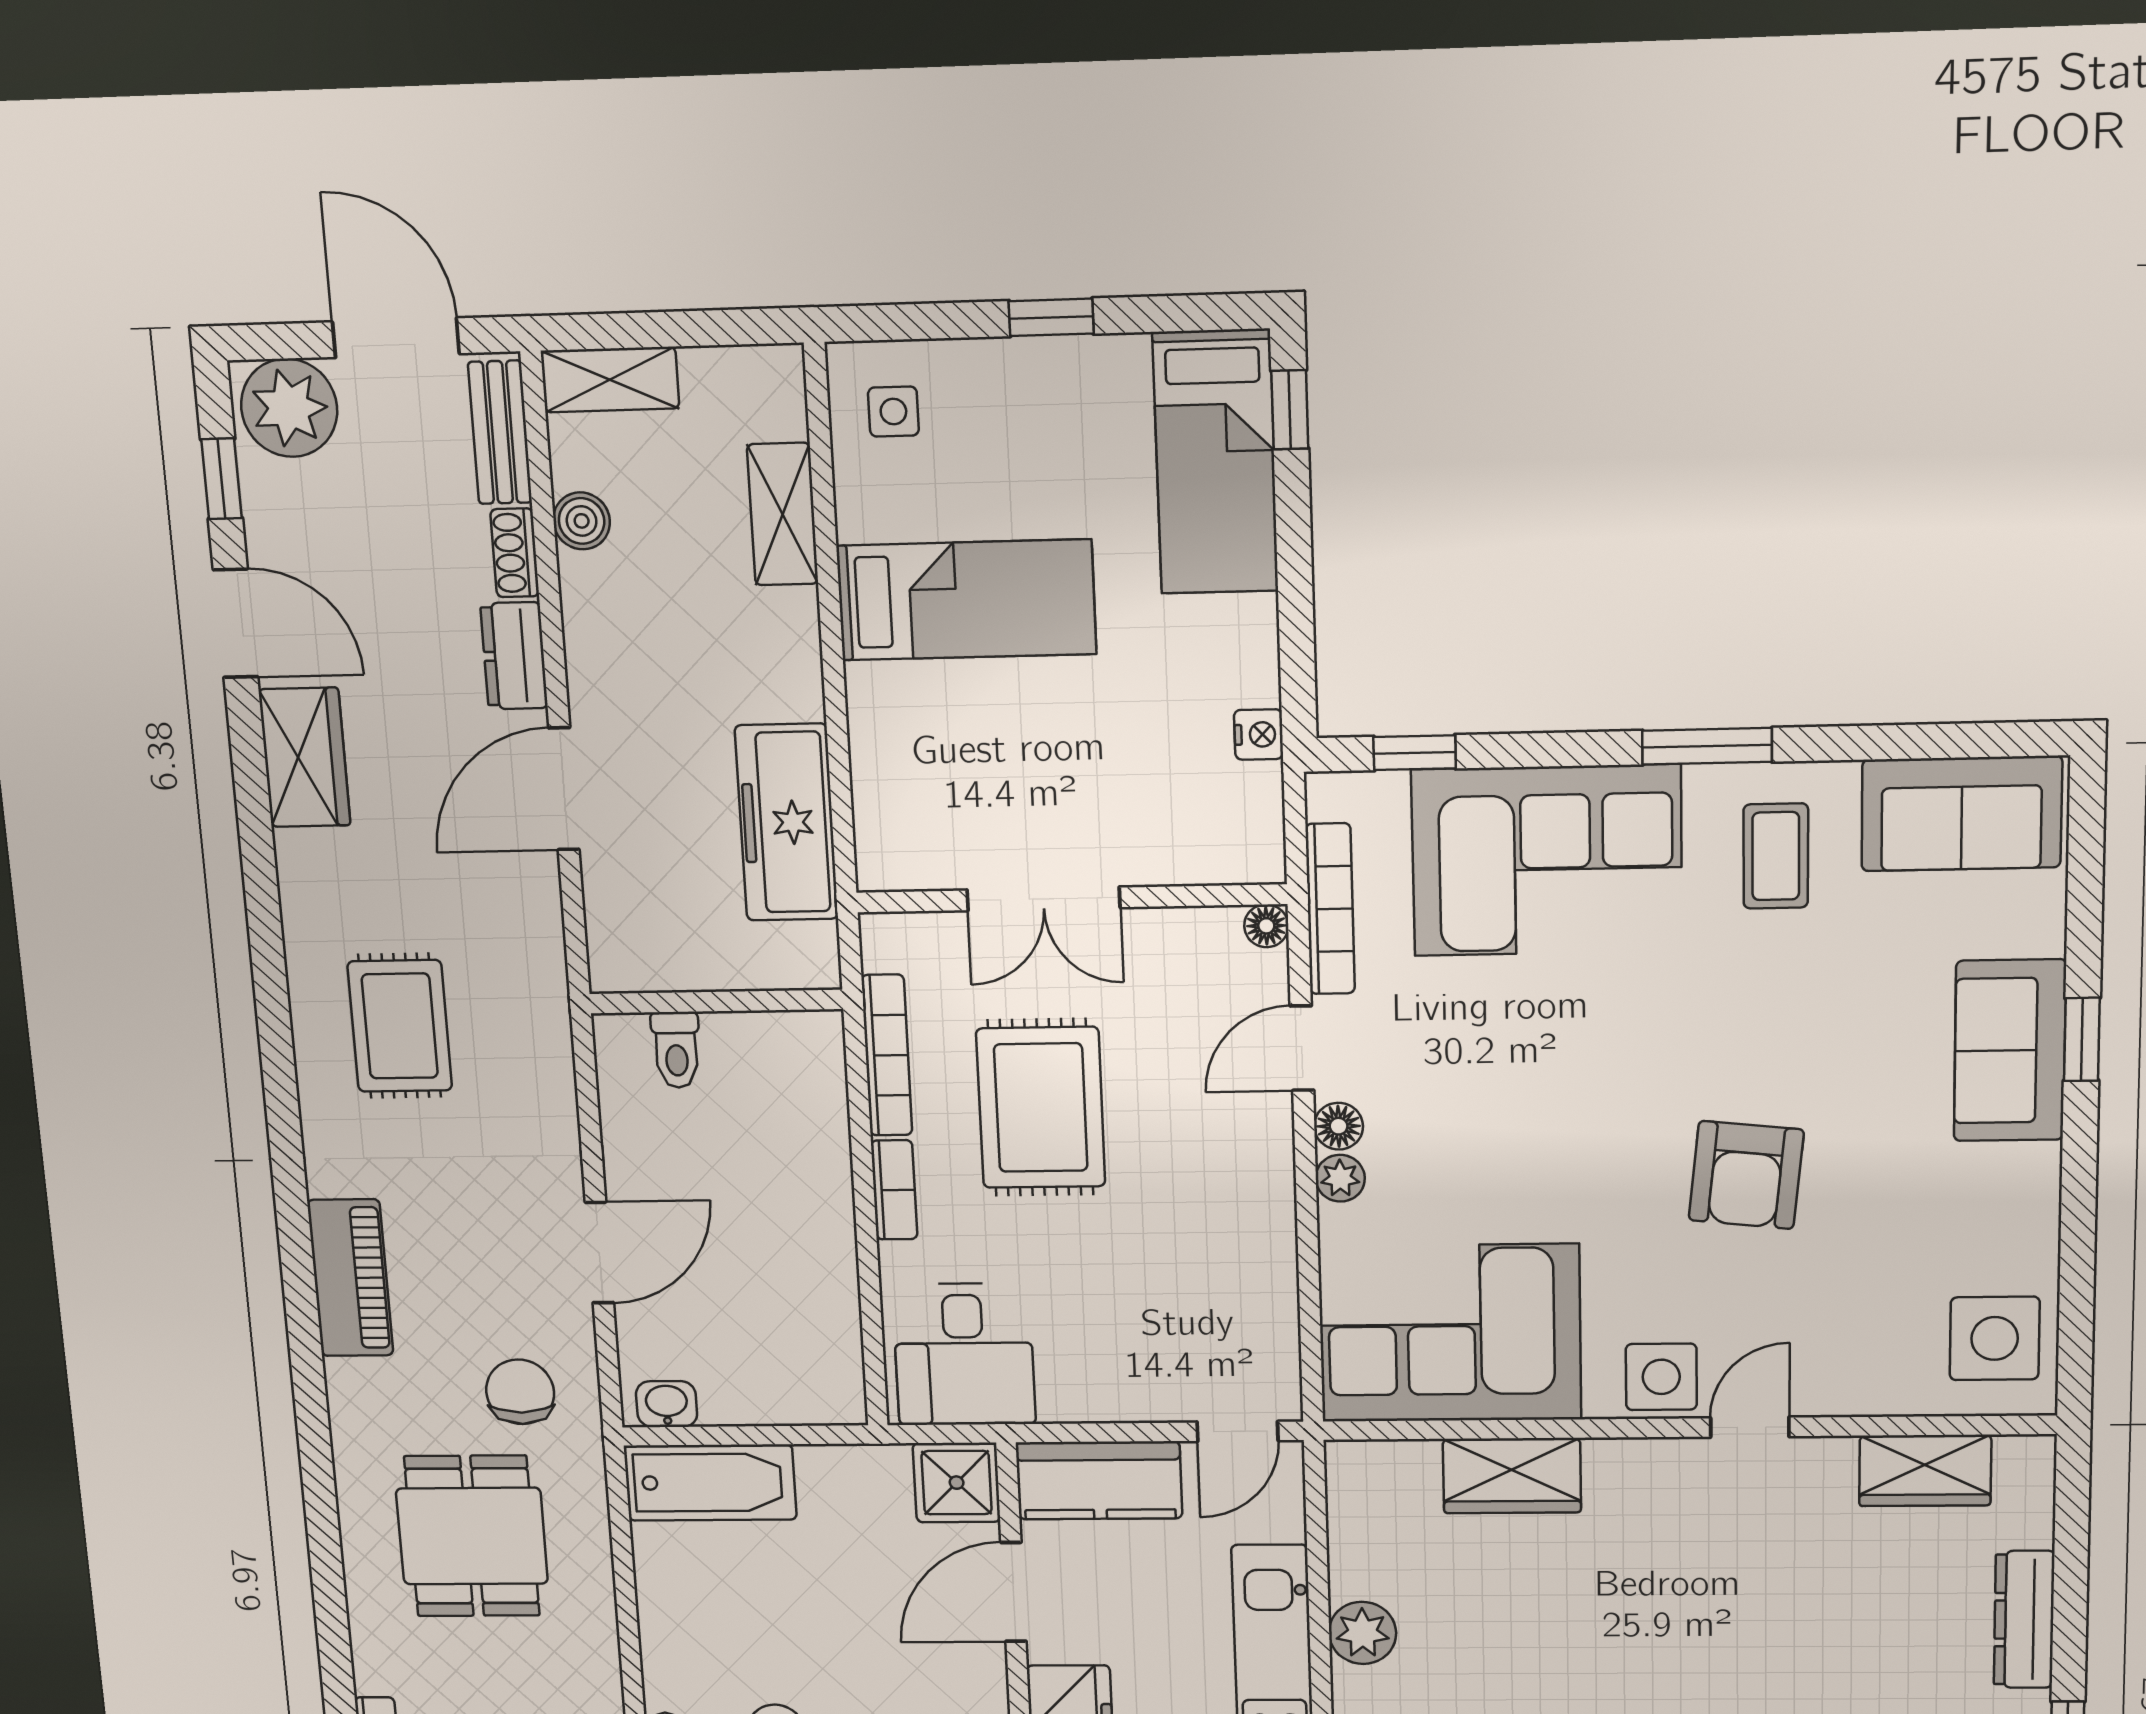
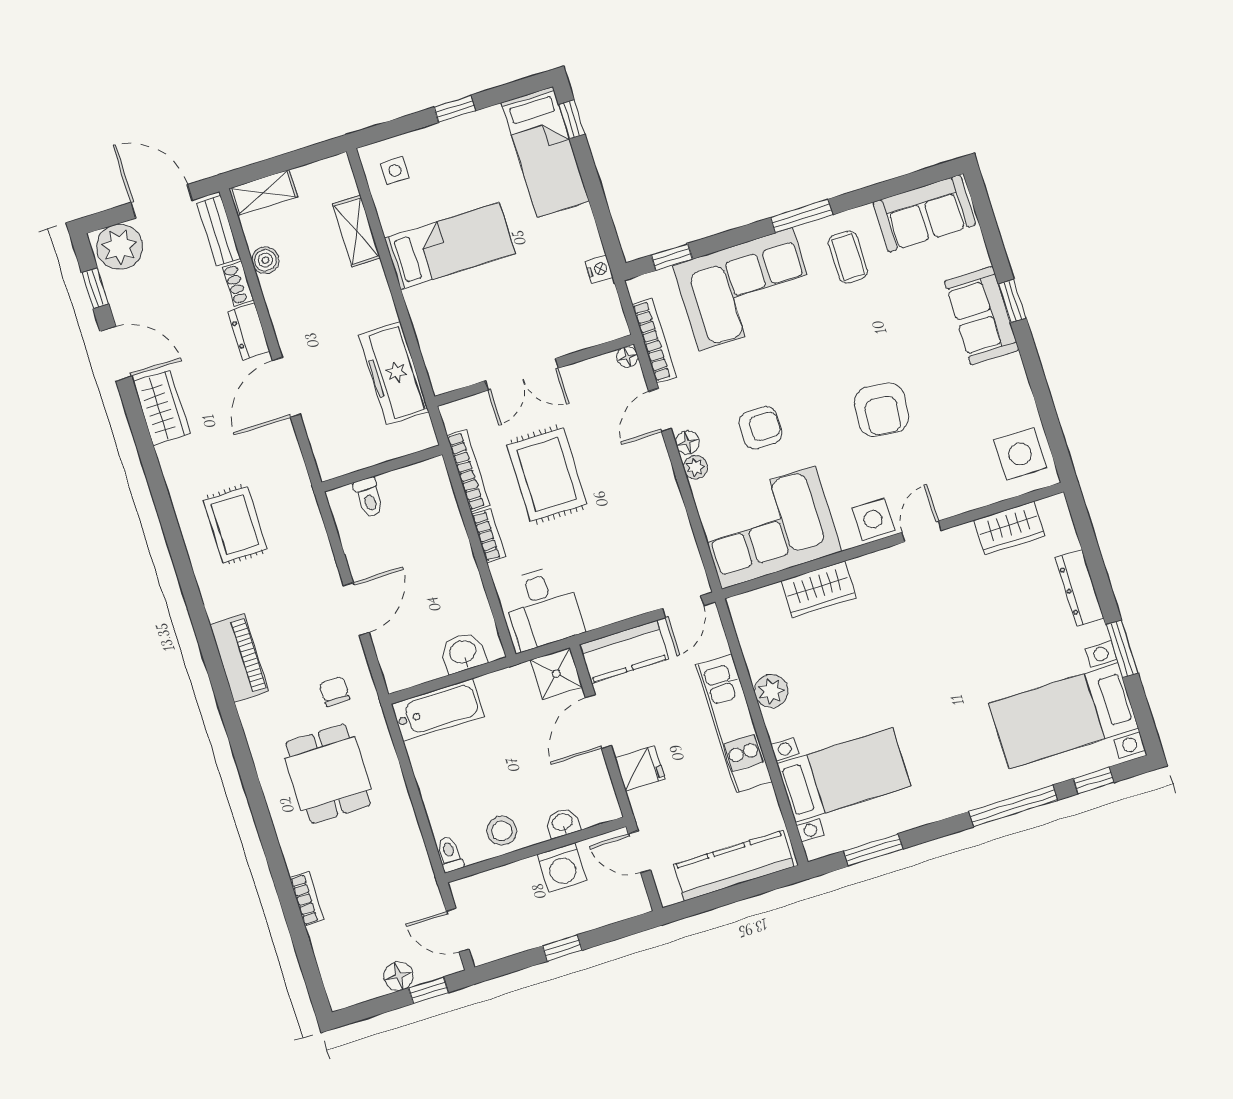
armchair: (1493, 1140) -> (760, 428), added
chair: (520, 1392) -> (335, 691), width x0.73, depth x0.73
washbasin: (667, 1404) -> (463, 653), moved, width x1.38, depth x1.45

